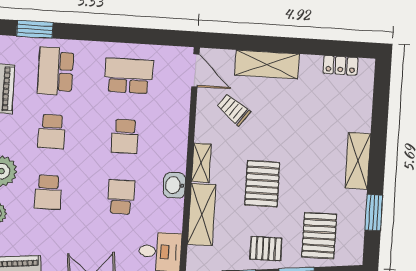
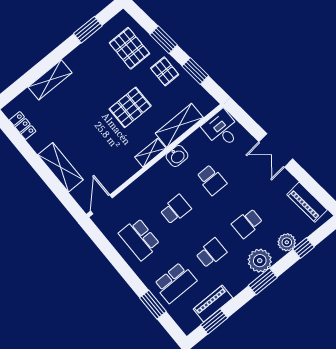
window: (35, 29) -> (153, 305), moved
trolley: (233, 109) -> (103, 163), removed
shelving: (358, 161) -> (50, 80), moved
school desk: (48, 192) -> (247, 223), turned 180
school desk: (121, 197) -> (212, 180), turned -90
pallet: (319, 236) -> (129, 48), turned 90

